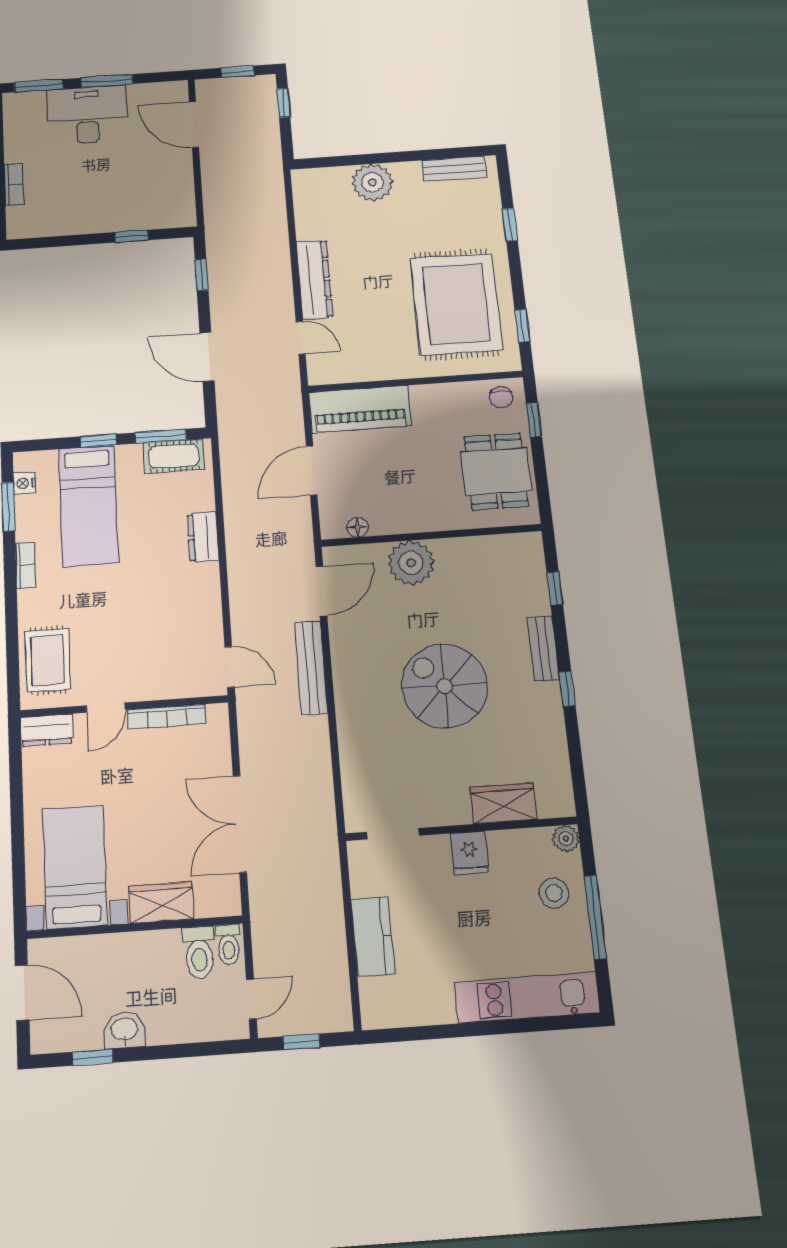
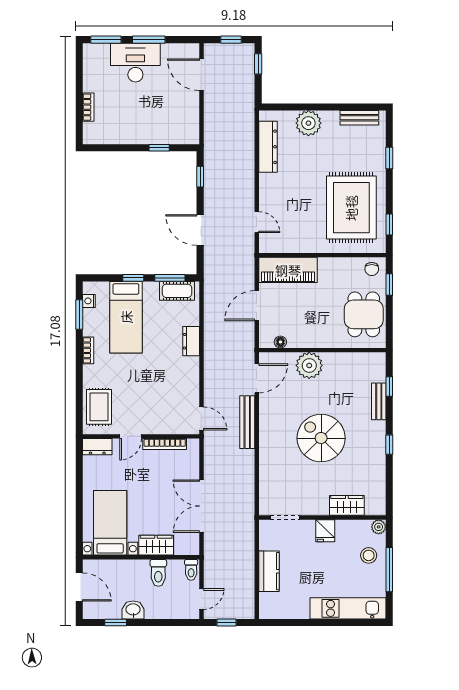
dresser: (314, 279) -> (268, 147), moved
bench: (543, 649) -> (379, 401), moved
toilet: (199, 952) -> (158, 573), moved

